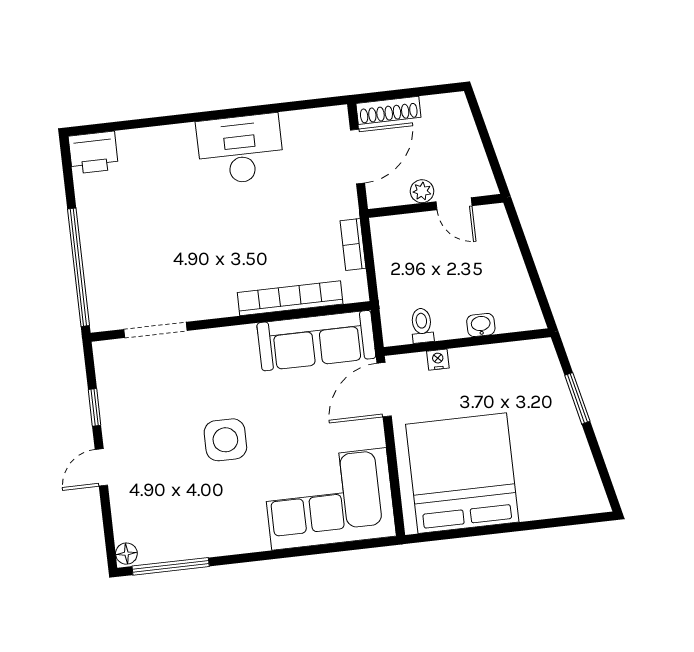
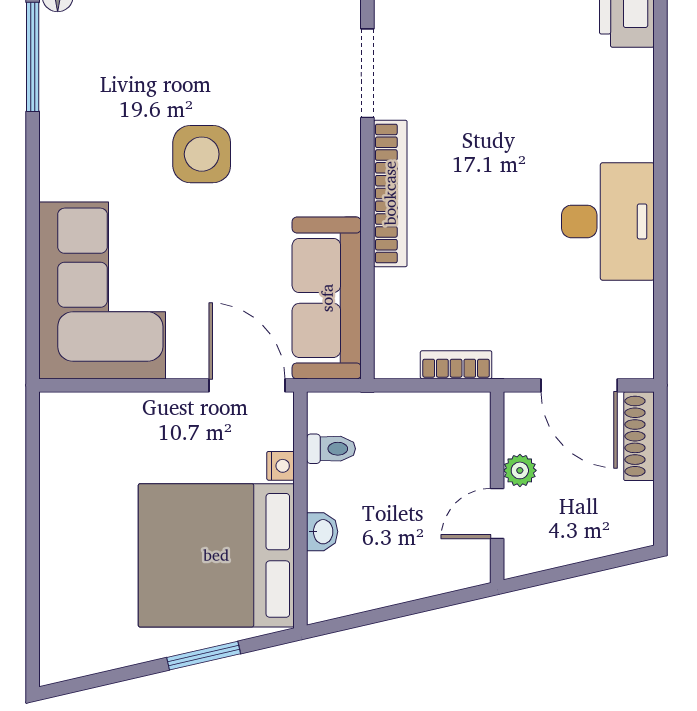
bookcase: (290, 298) -> (390, 193), moved
bed: (462, 473) -> (216, 555), moved, turned 180

